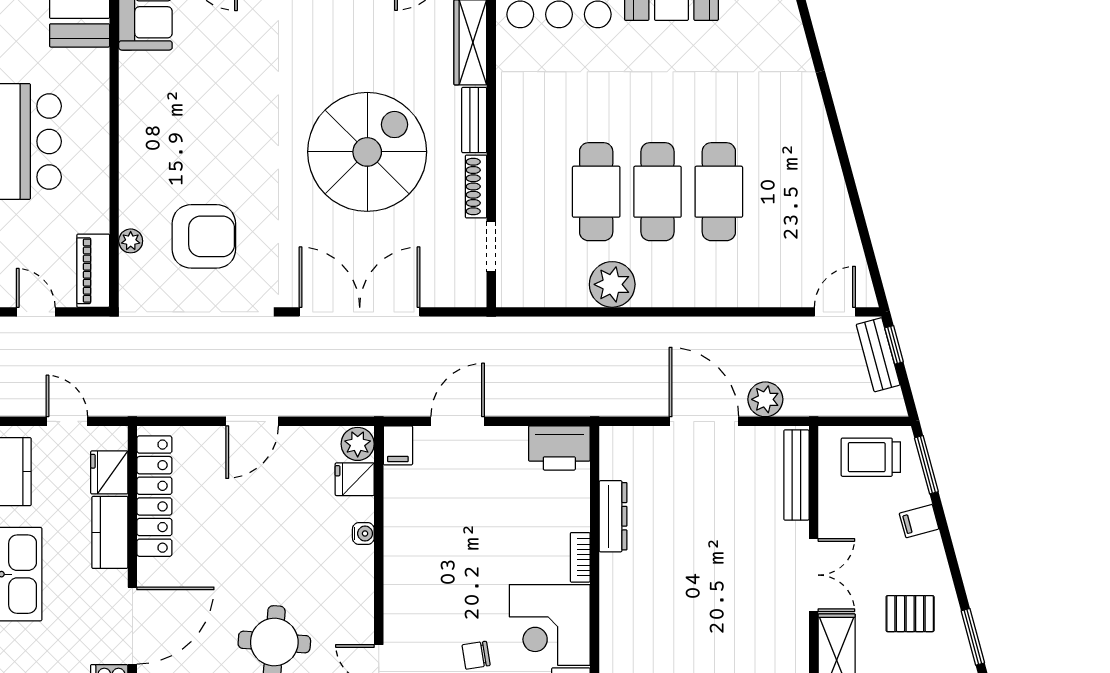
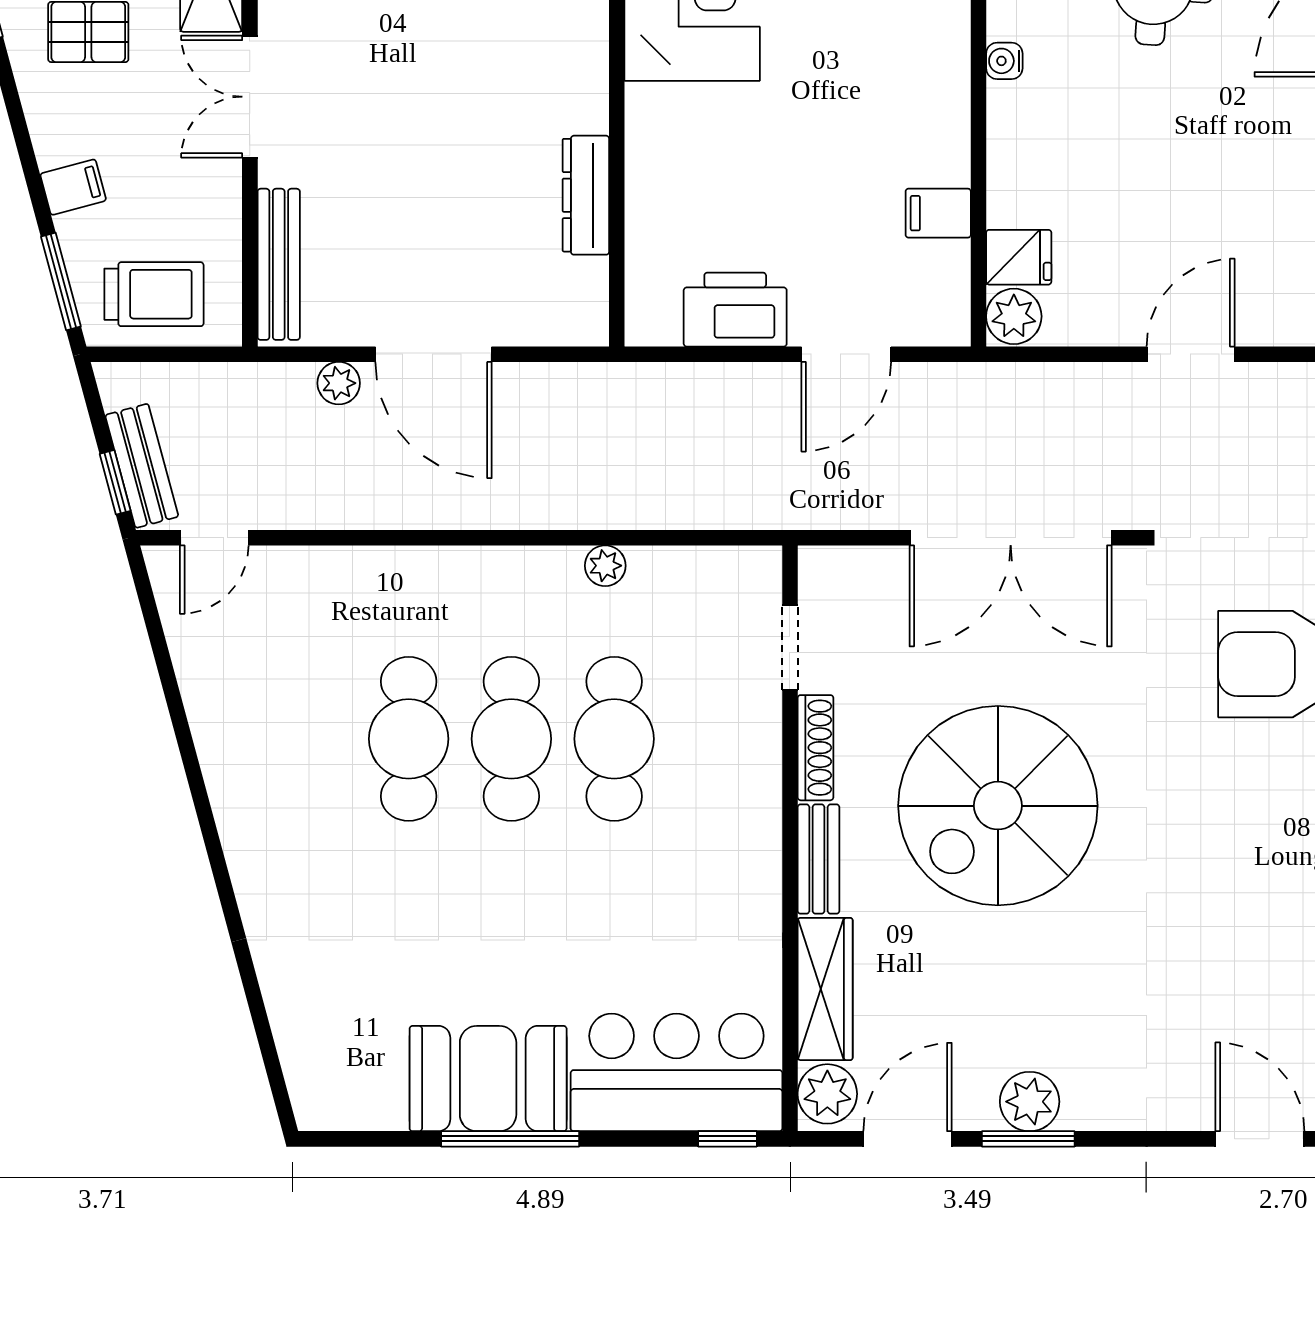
plant: (612, 284) -> (605, 566), width x0.53, depth x0.53
plant: (765, 399) -> (339, 383), width x0.73, depth x0.73
filing cabinet: (398, 445) -> (938, 213), moved, turned -90
printer: (559, 448) -> (735, 310), moved
water cooler: (363, 534) -> (1004, 61), moved
bookcase: (580, 557) -> (641, 126), removed

